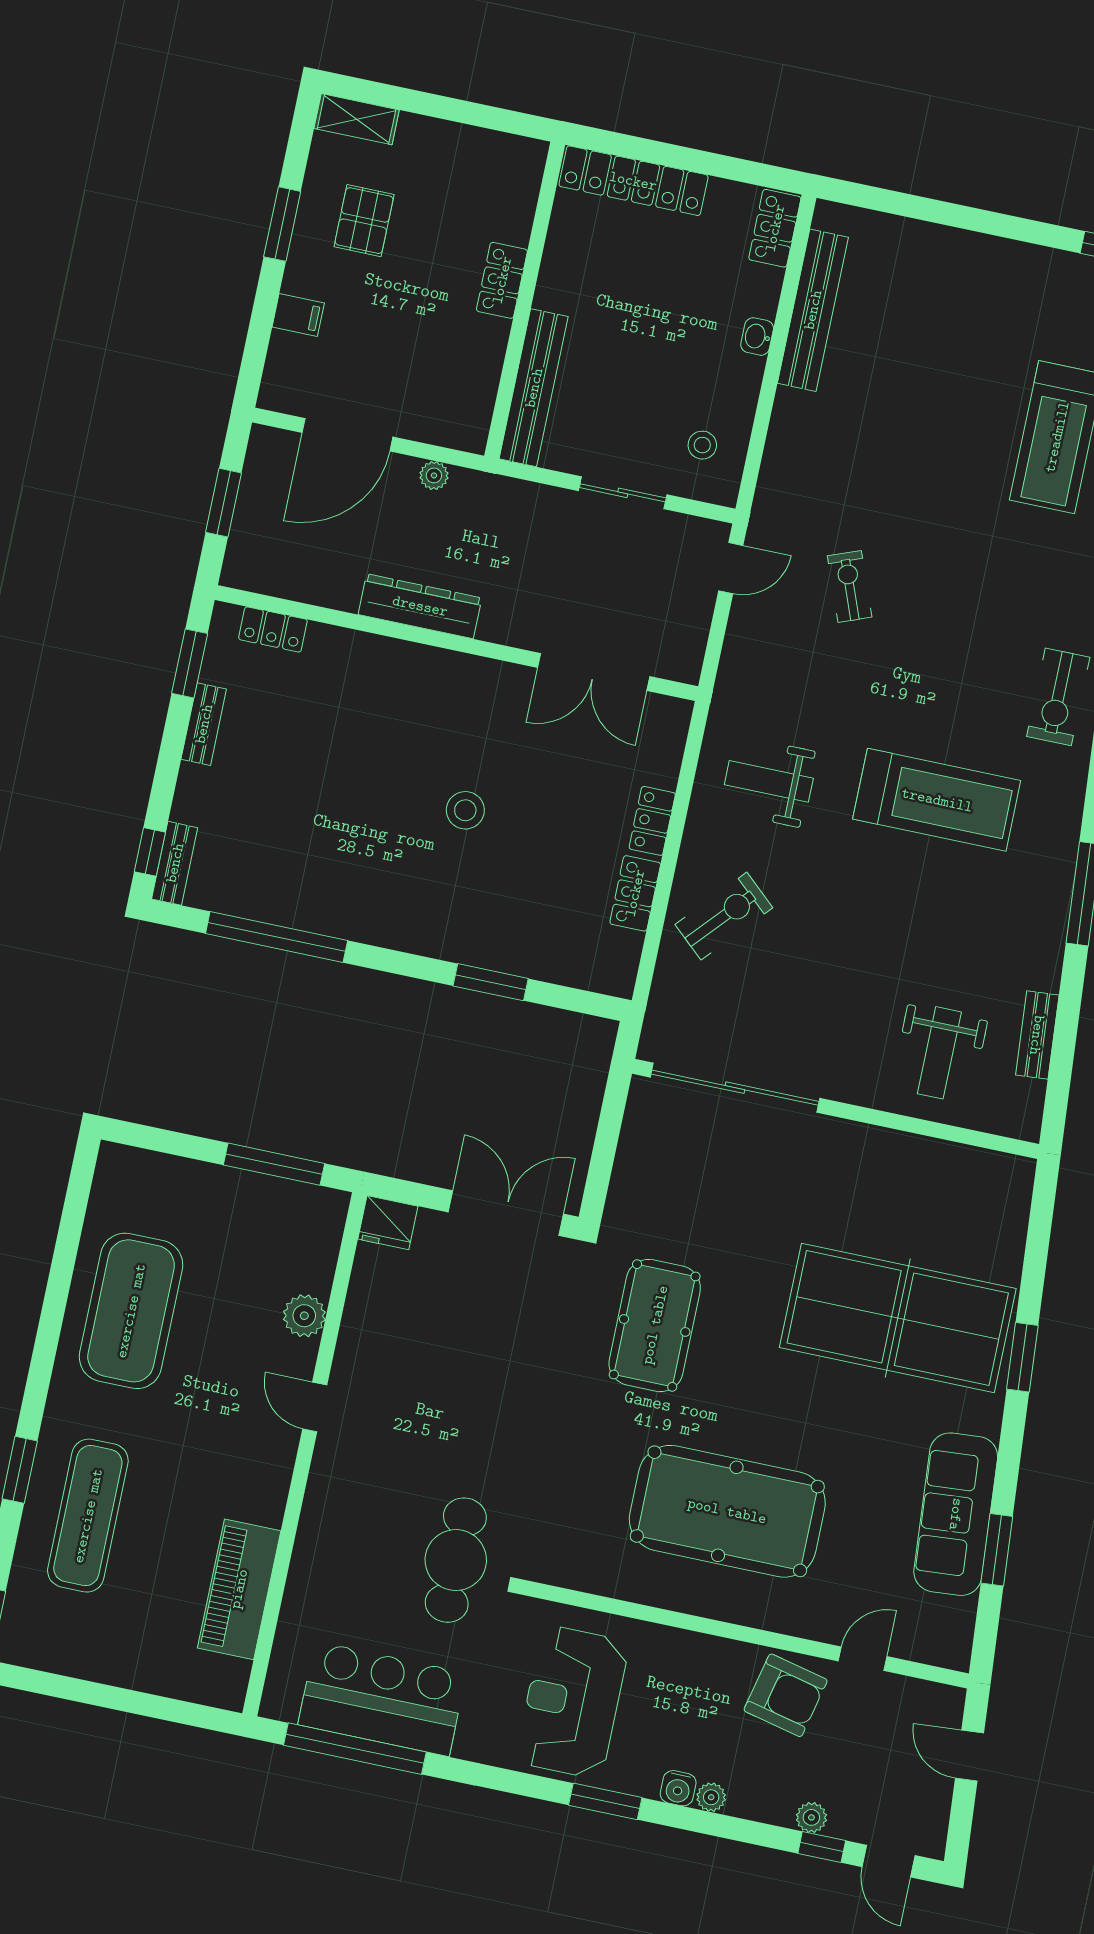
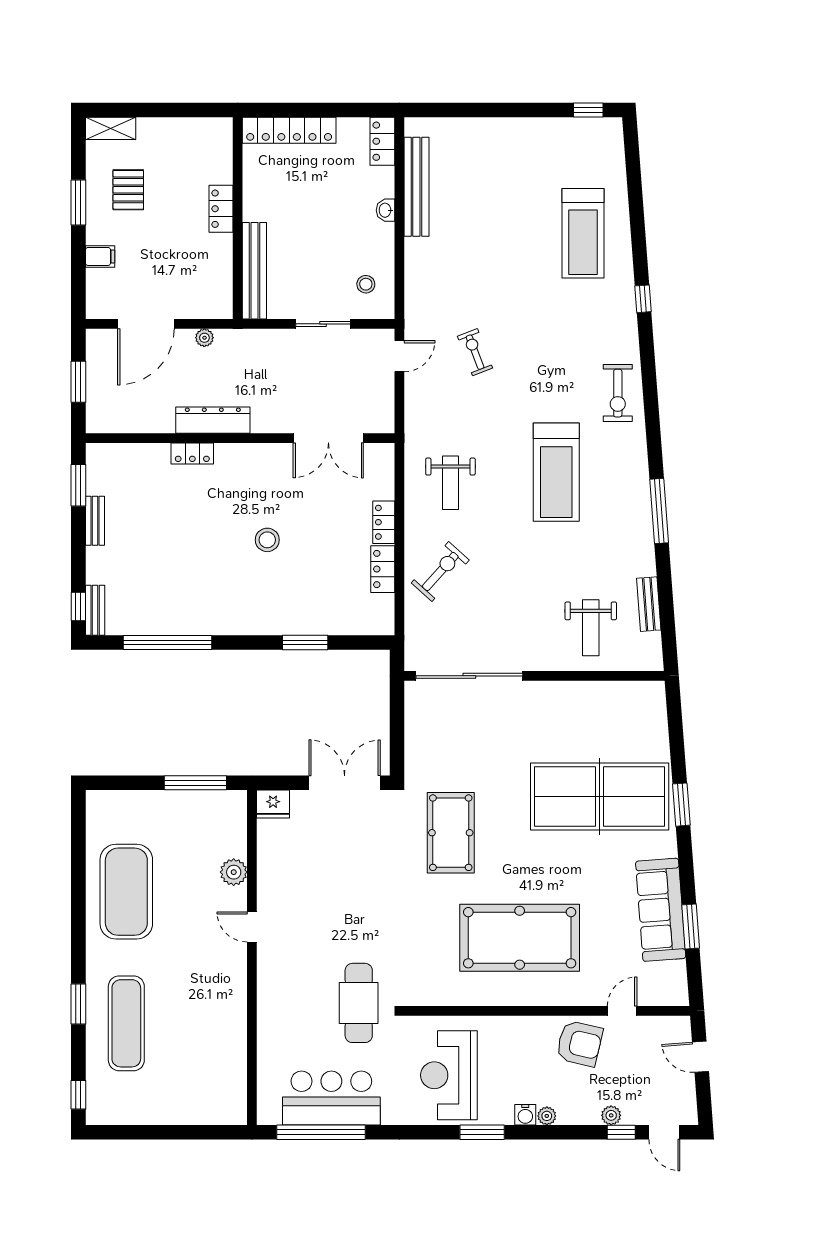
locker: (273, 629) -> (192, 453), moved
weight bench: (769, 781) -> (450, 483), turned -90
treadmill: (937, 800) -> (556, 472), turned 90
piano: (239, 1589) -> (229, 1049), removed

